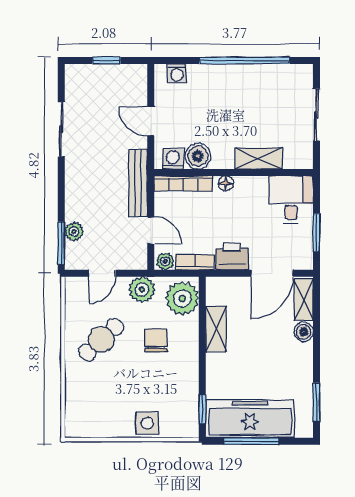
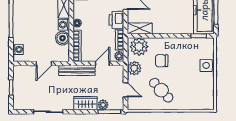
washing machine: (173, 159) -> (64, 25), moved
wardrobe: (77, 199) -> (85, 103), added
shelving: (216, 329) -> (140, 28), moved

